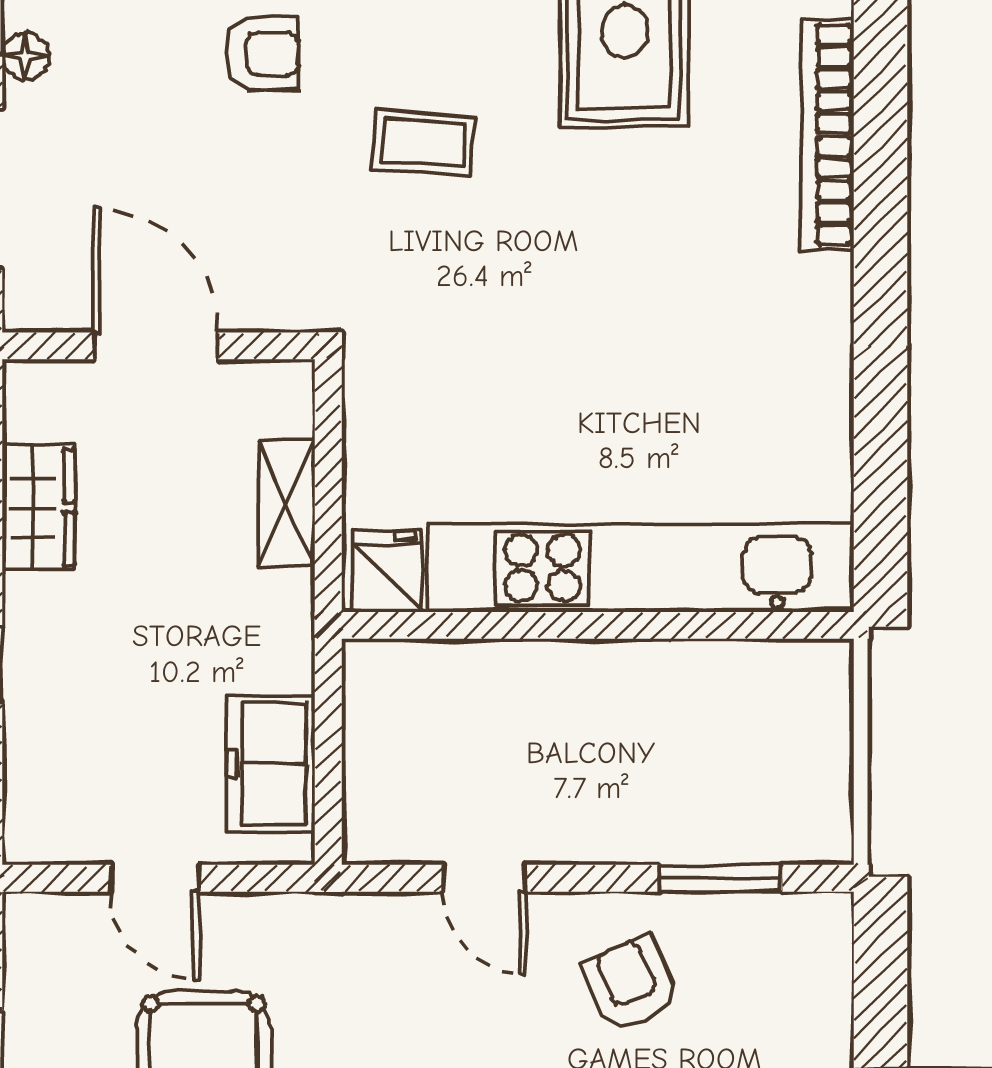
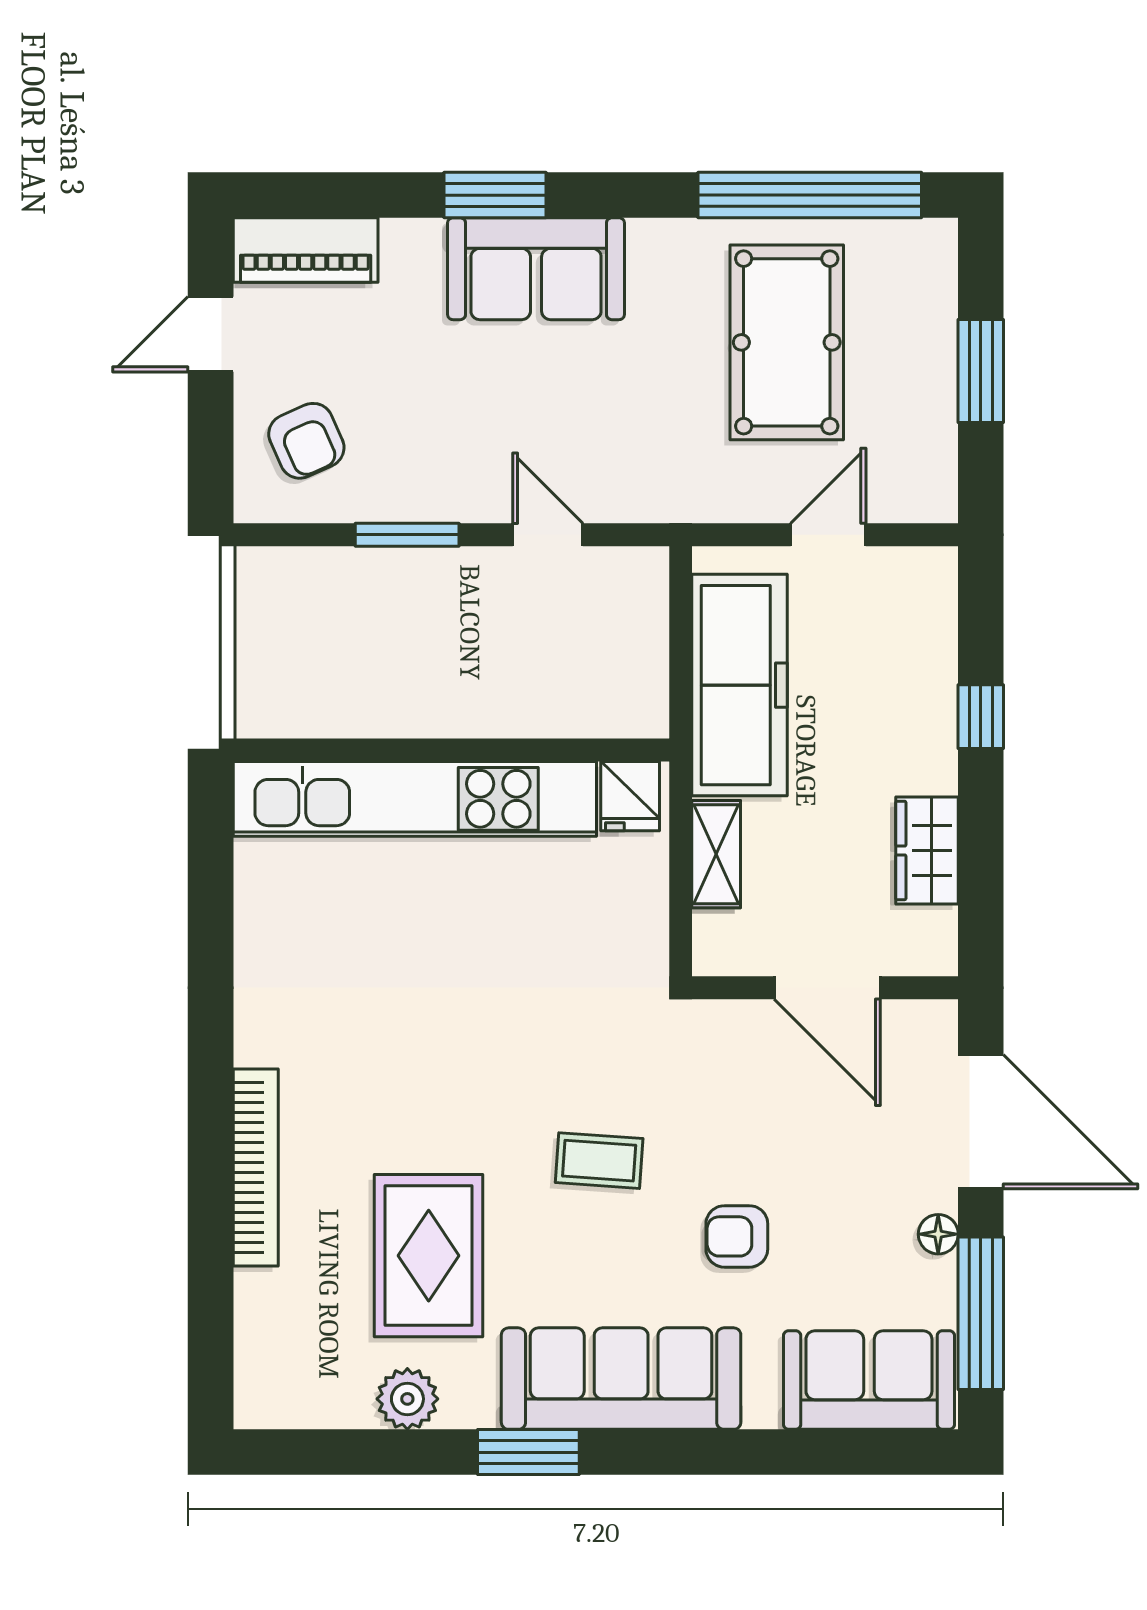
freezer: (271, 764) -> (740, 685), width x1.91, depth x1.26
door: (155, 878) -> (828, 535), hinge flipped
window: (720, 878) -> (407, 535), moved
armchair: (631, 984) -> (306, 441), moved

